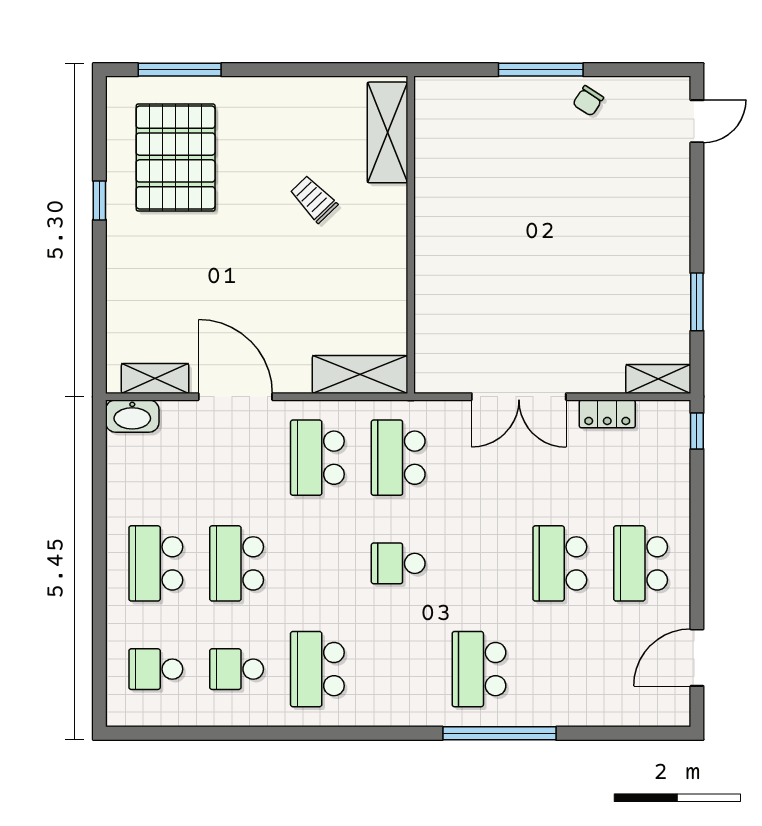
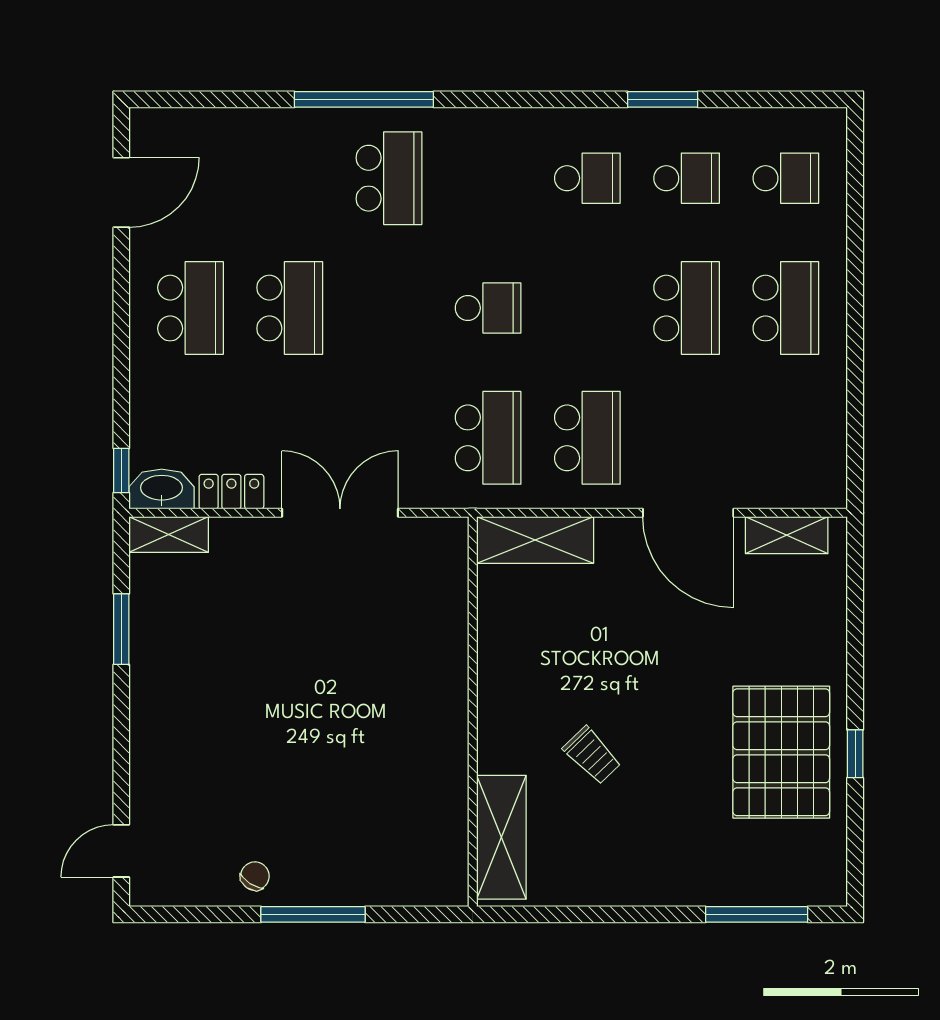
pallet: (176, 158) -> (781, 752), moved
washbasin: (132, 416) -> (162, 489), moved
school desk: (317, 669) -> (587, 178), width x0.54
window: (256, 733) -> (663, 99), added

